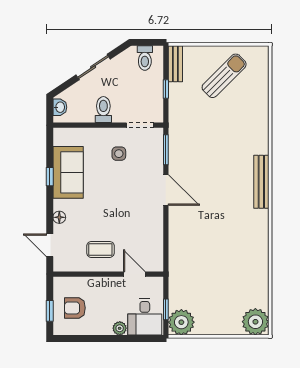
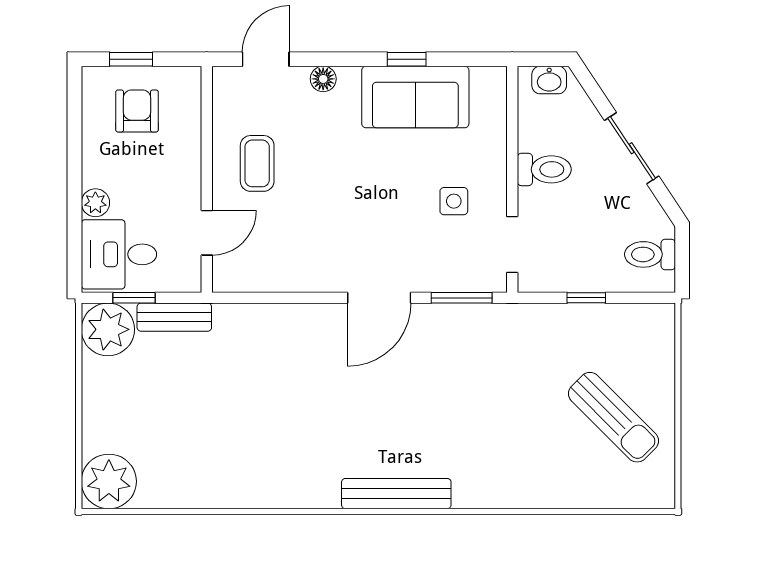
bench: (175, 64) -> (174, 317), moved

